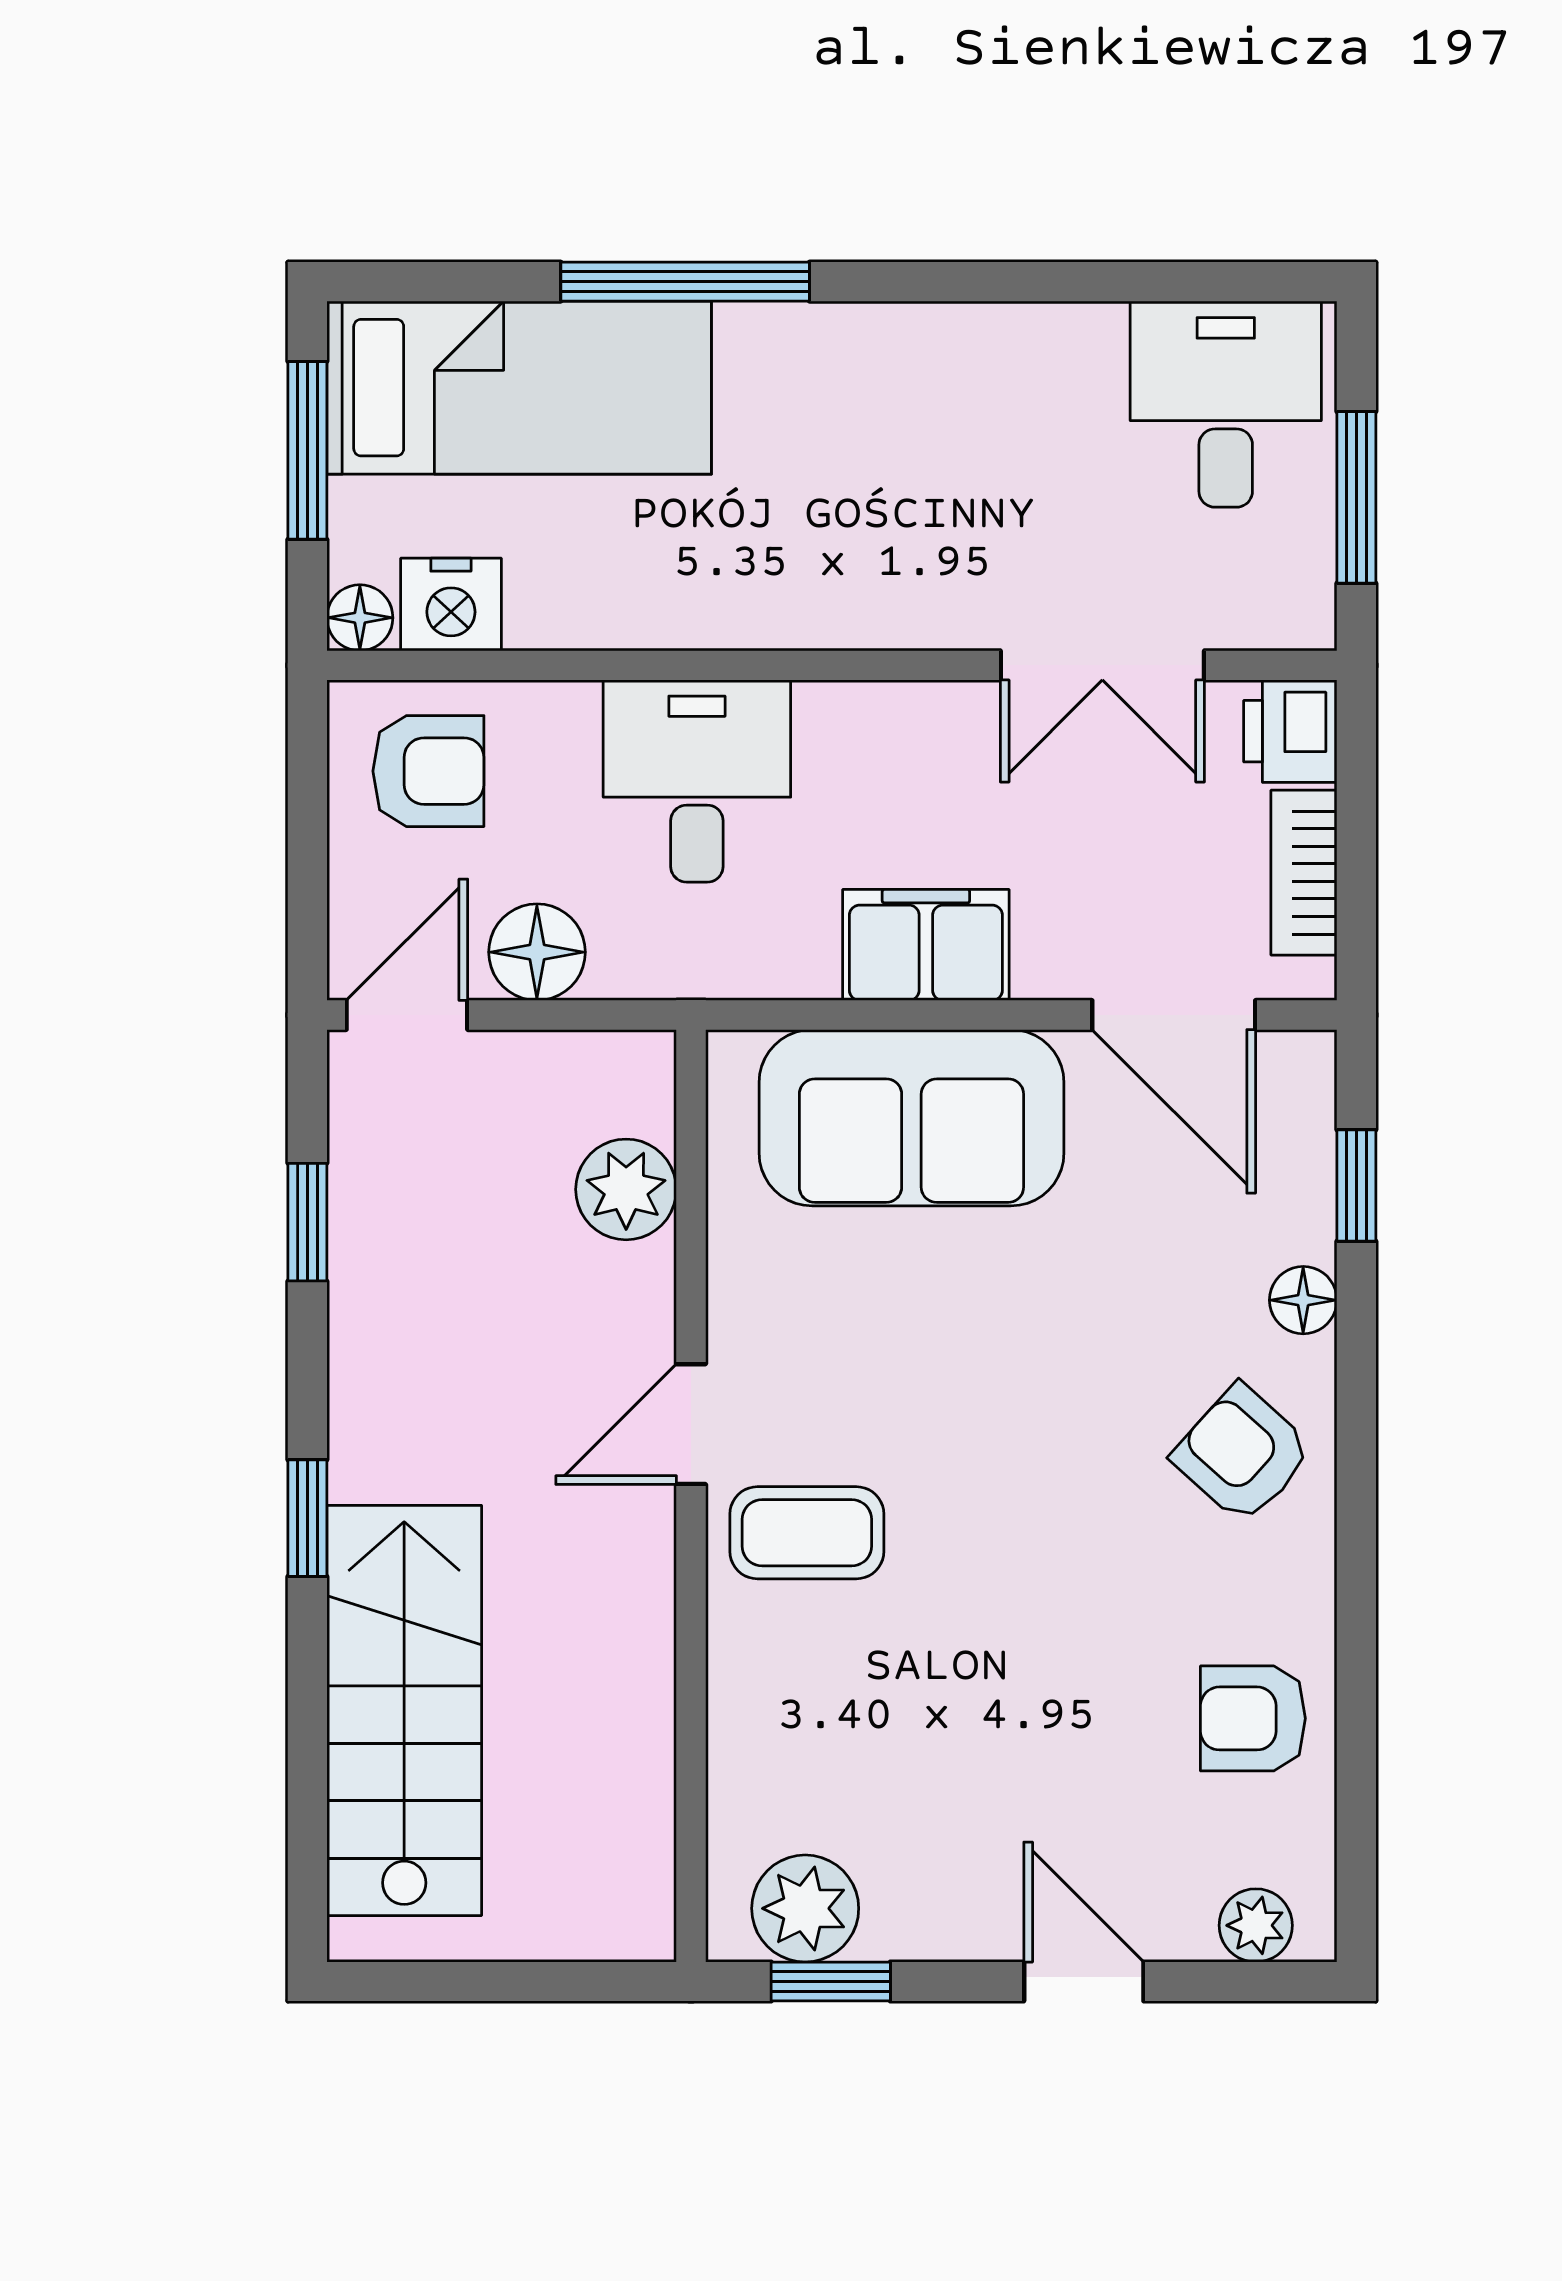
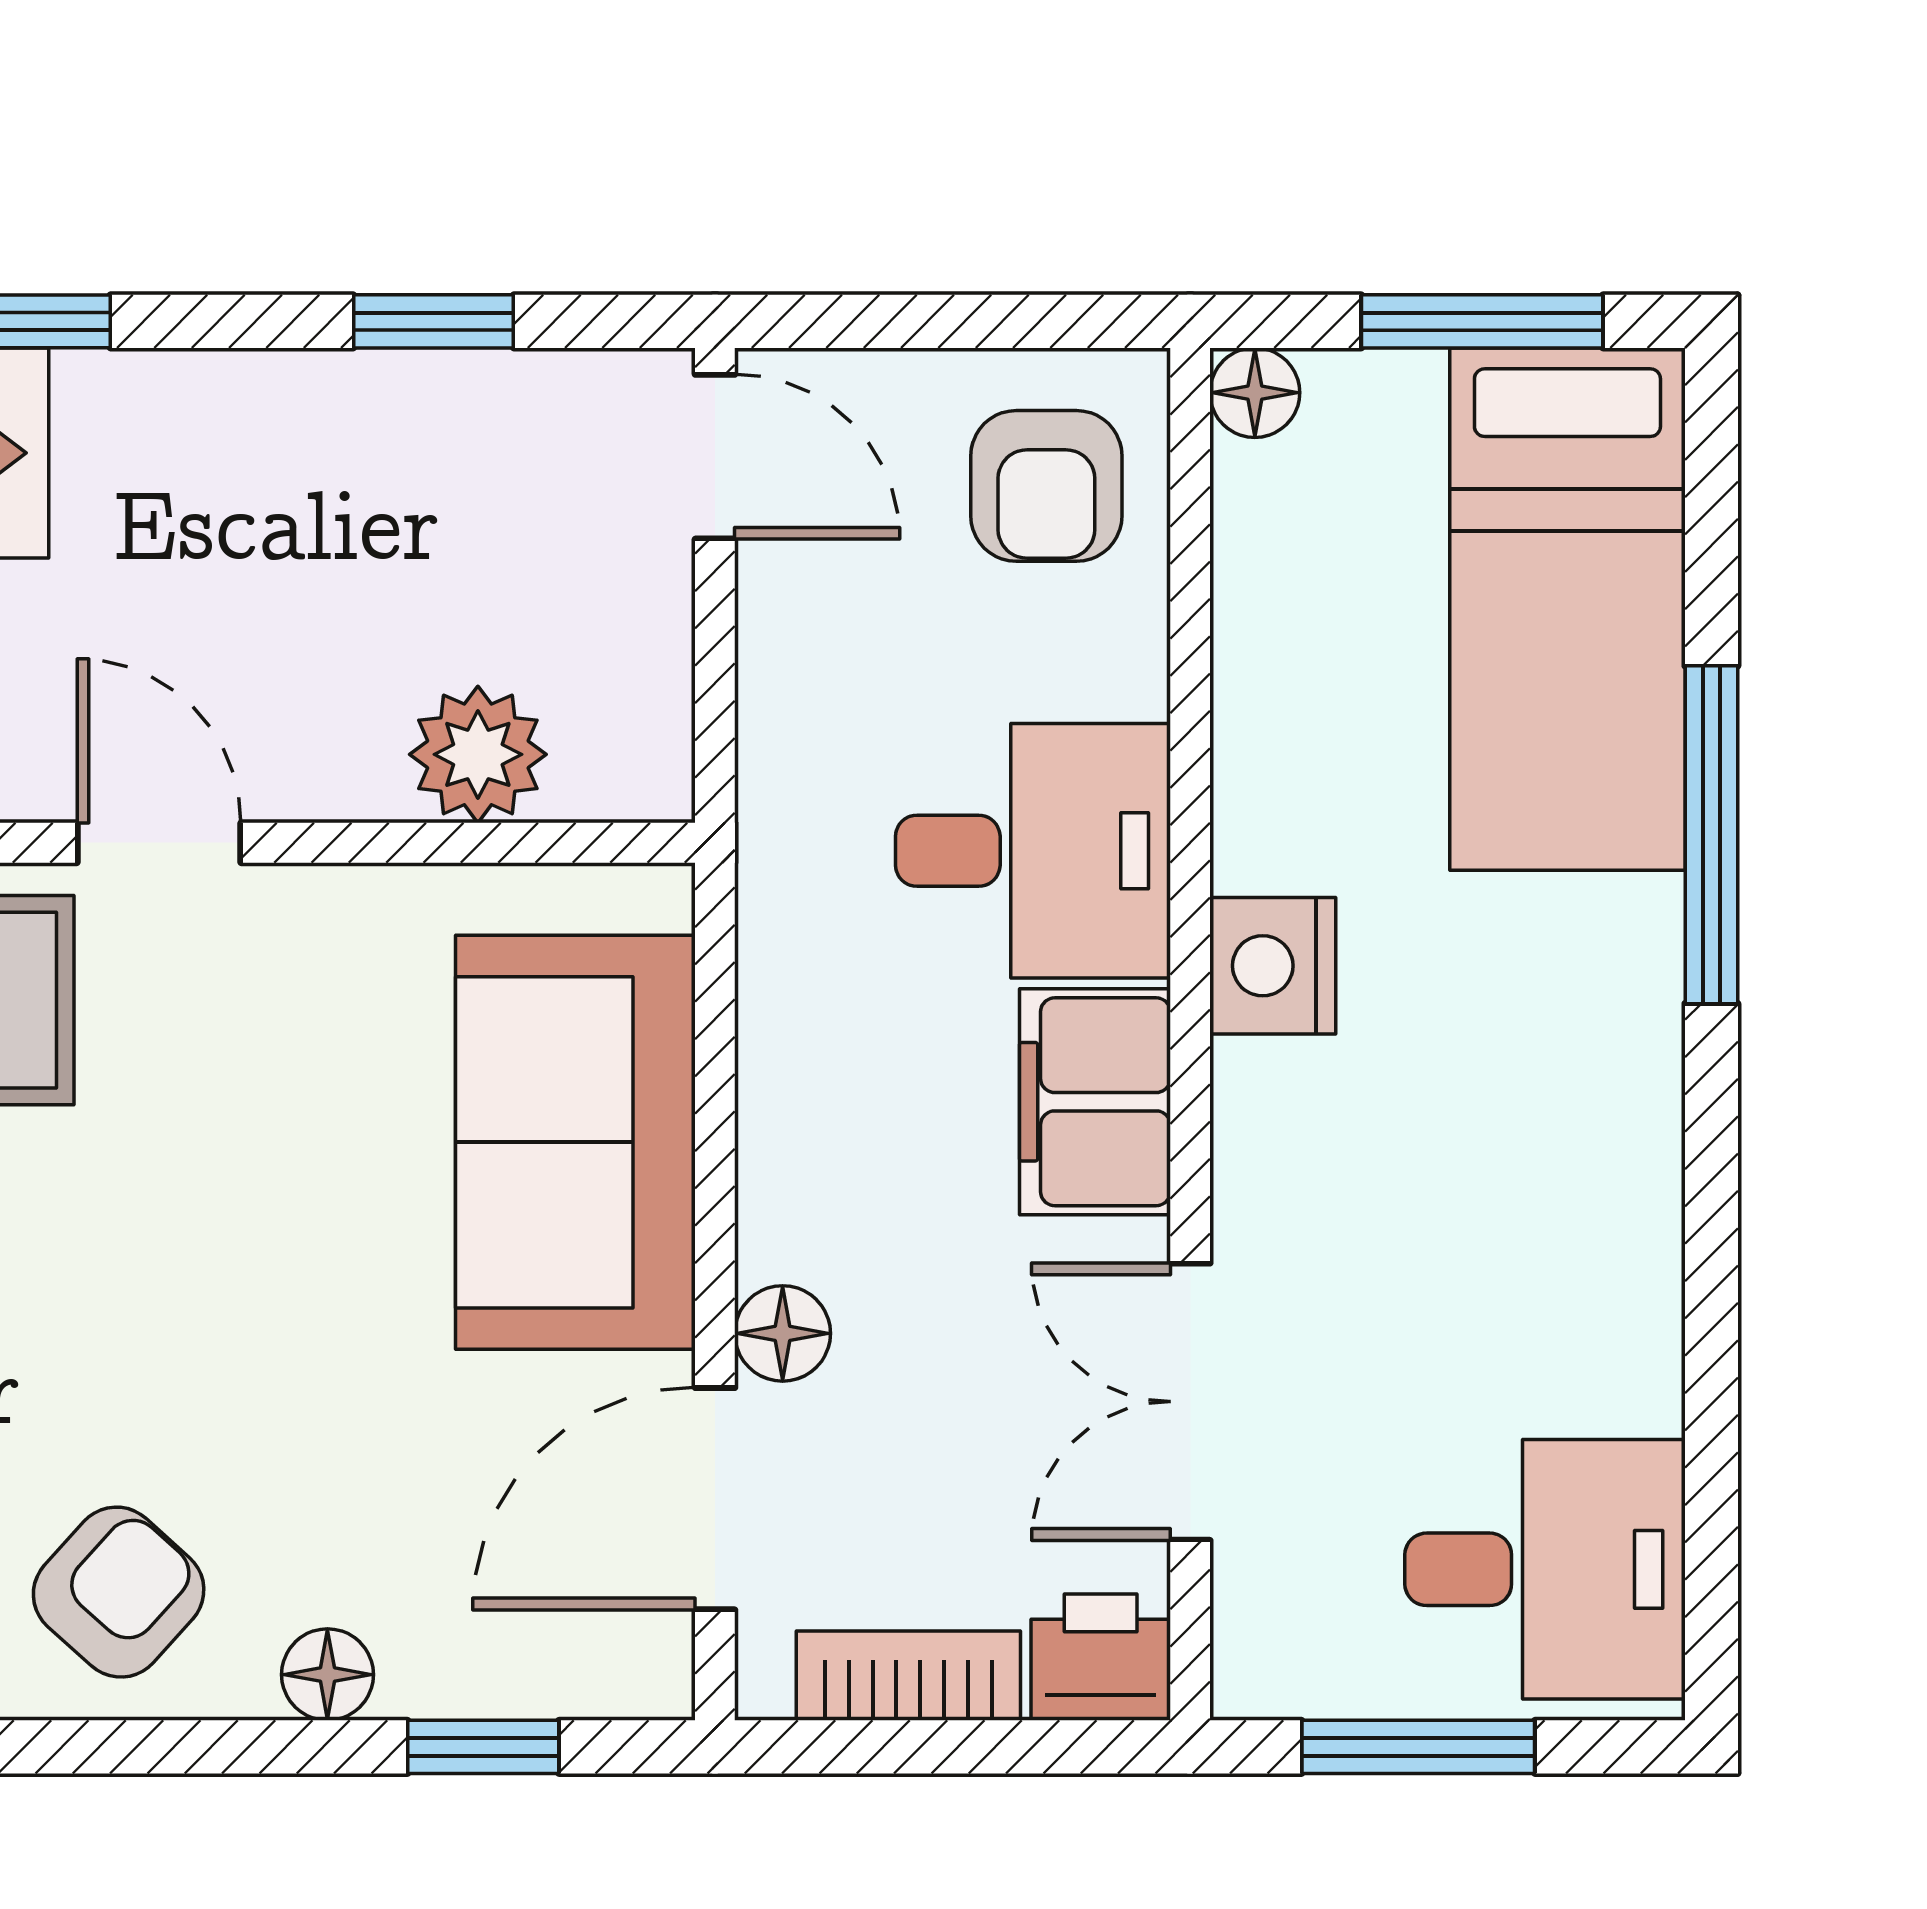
nightstand: (451, 604) -> (1273, 966), moved
filing cabinet: (926, 945) -> (1095, 1102), moved, turned 180
floor lamp: (537, 952) -> (783, 1333), moved, width x0.73, depth x0.73

